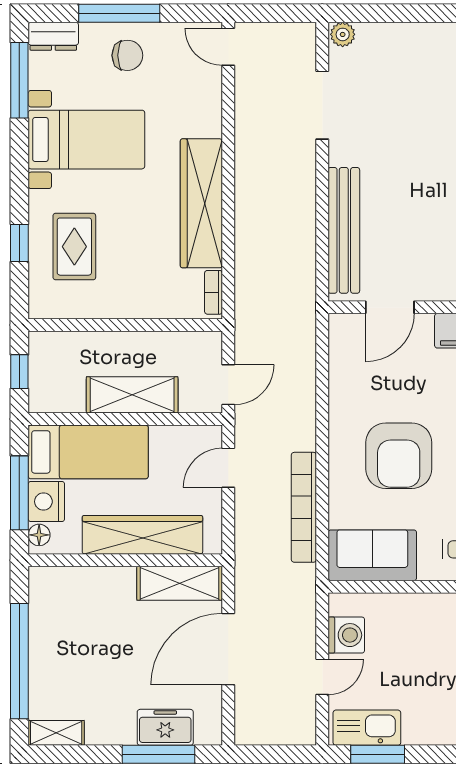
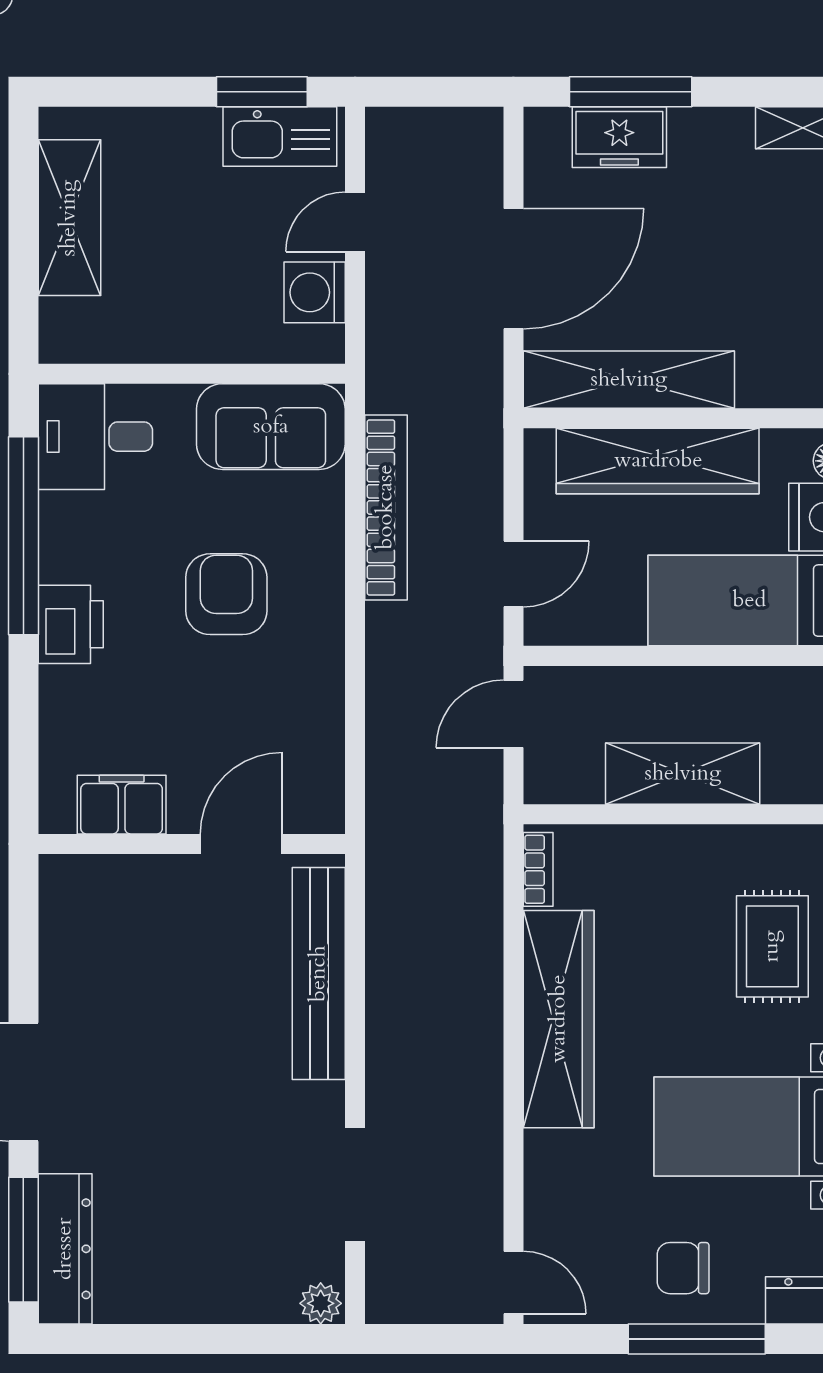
shelving: (132, 395) -> (683, 774), moved
armchair: (399, 456) -> (226, 594), width x0.73, depth x0.73
shelving: (180, 583) -> (629, 380), width x1.47

